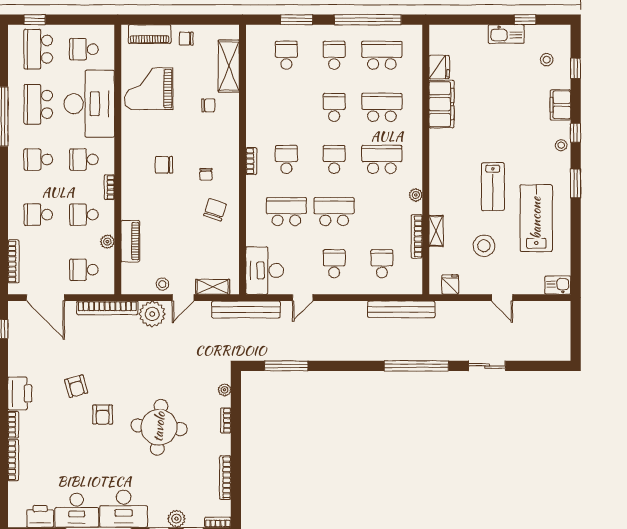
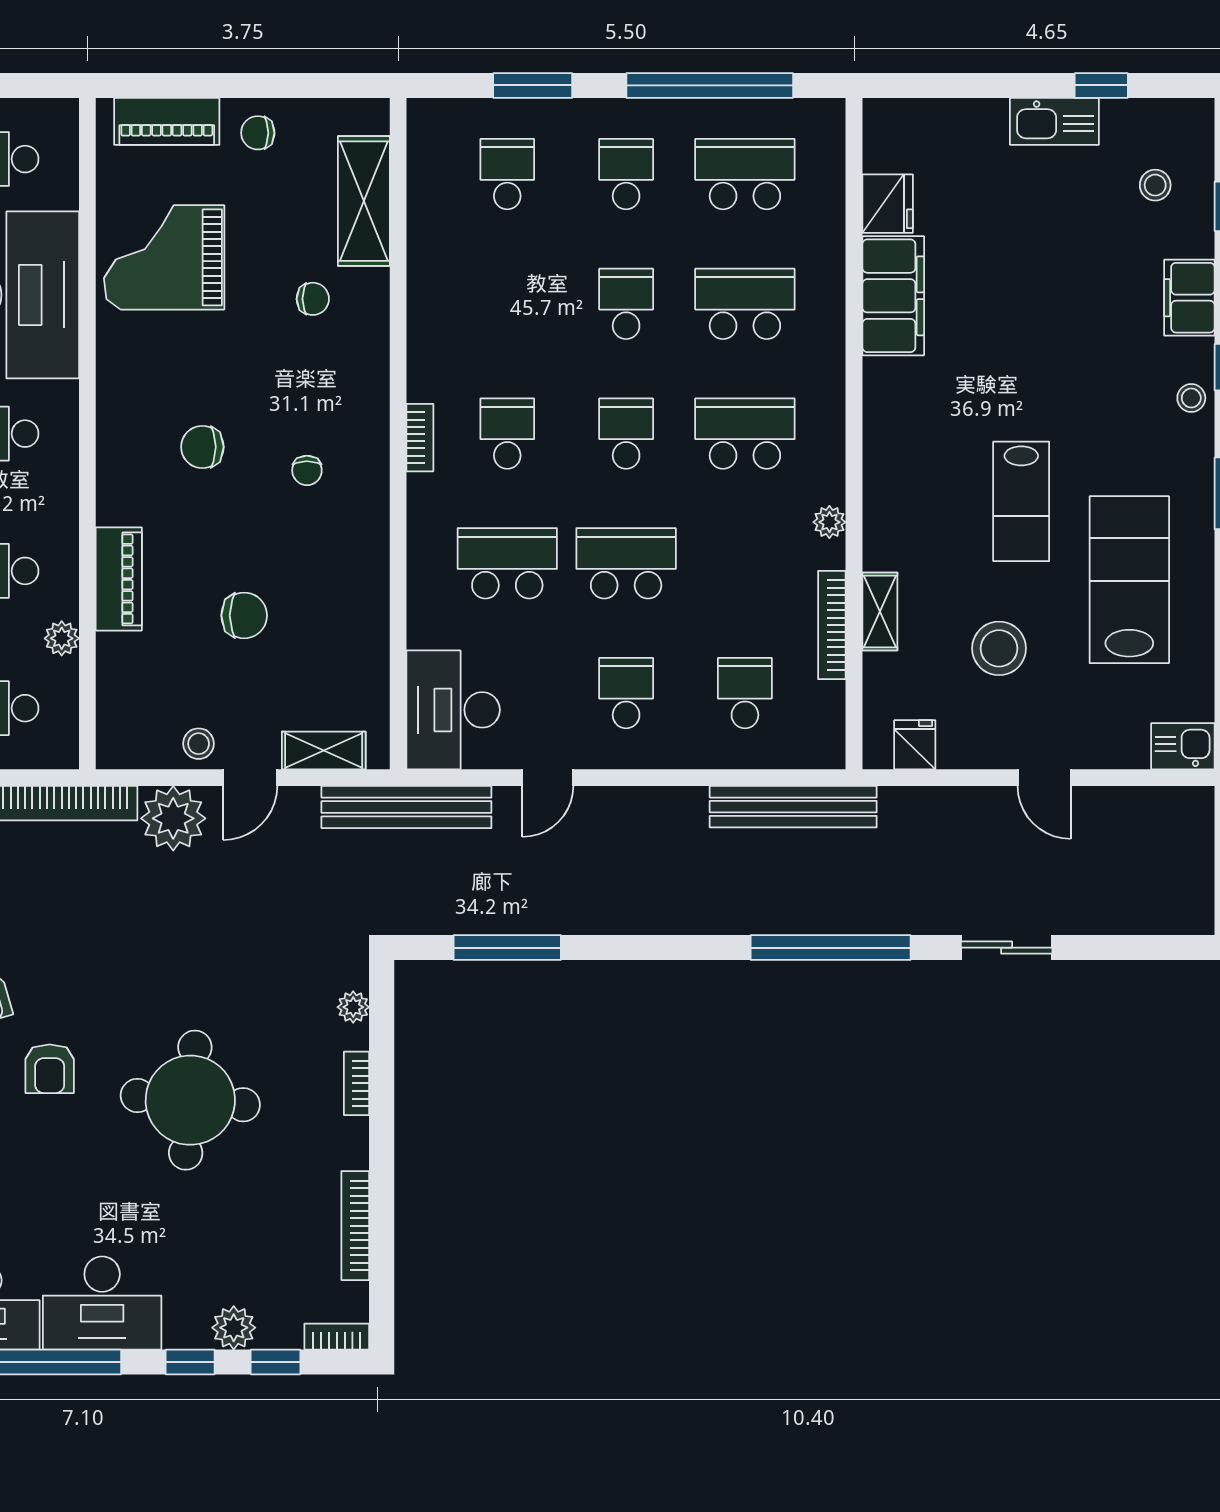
bookcase: (109, 187) -> (67, 503), removed
chair: (215, 210) -> (244, 615), moved, turned 72
piano: (130, 241) -> (119, 579), moved

